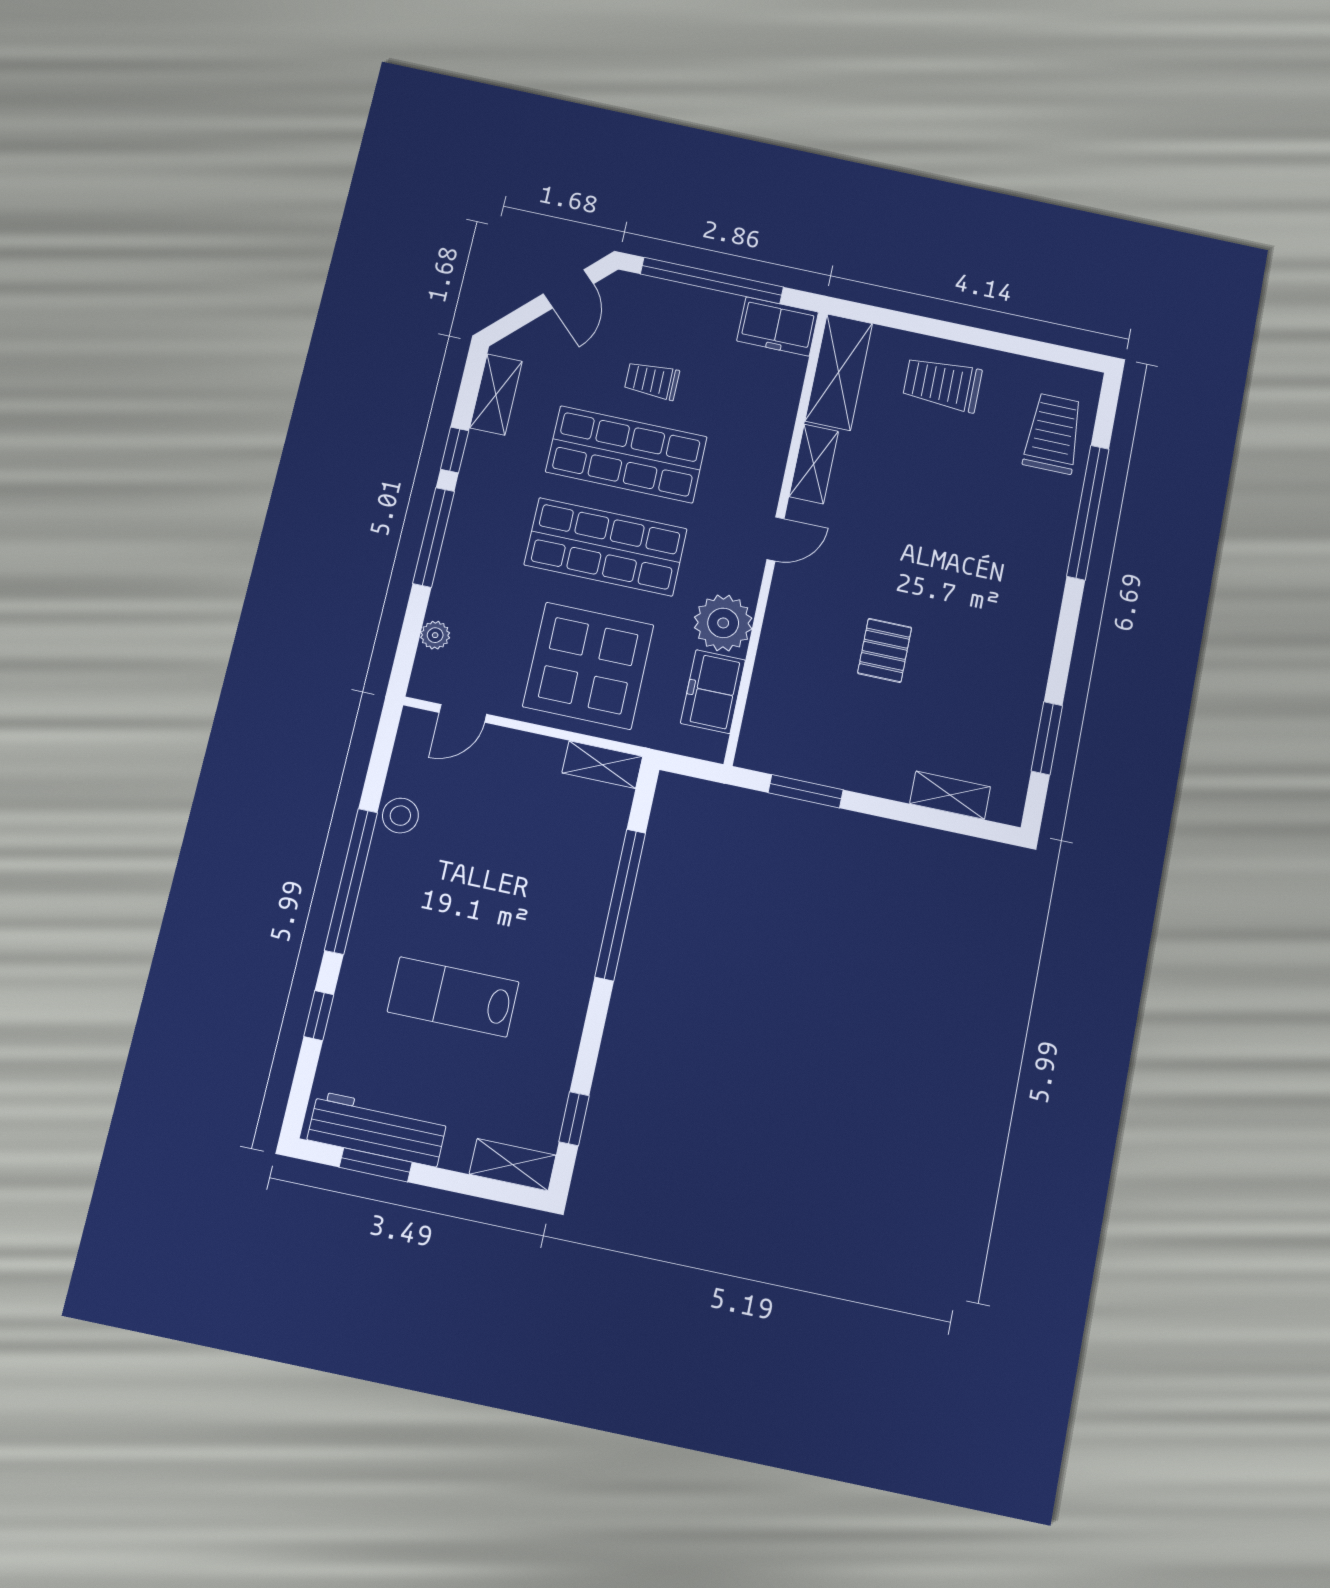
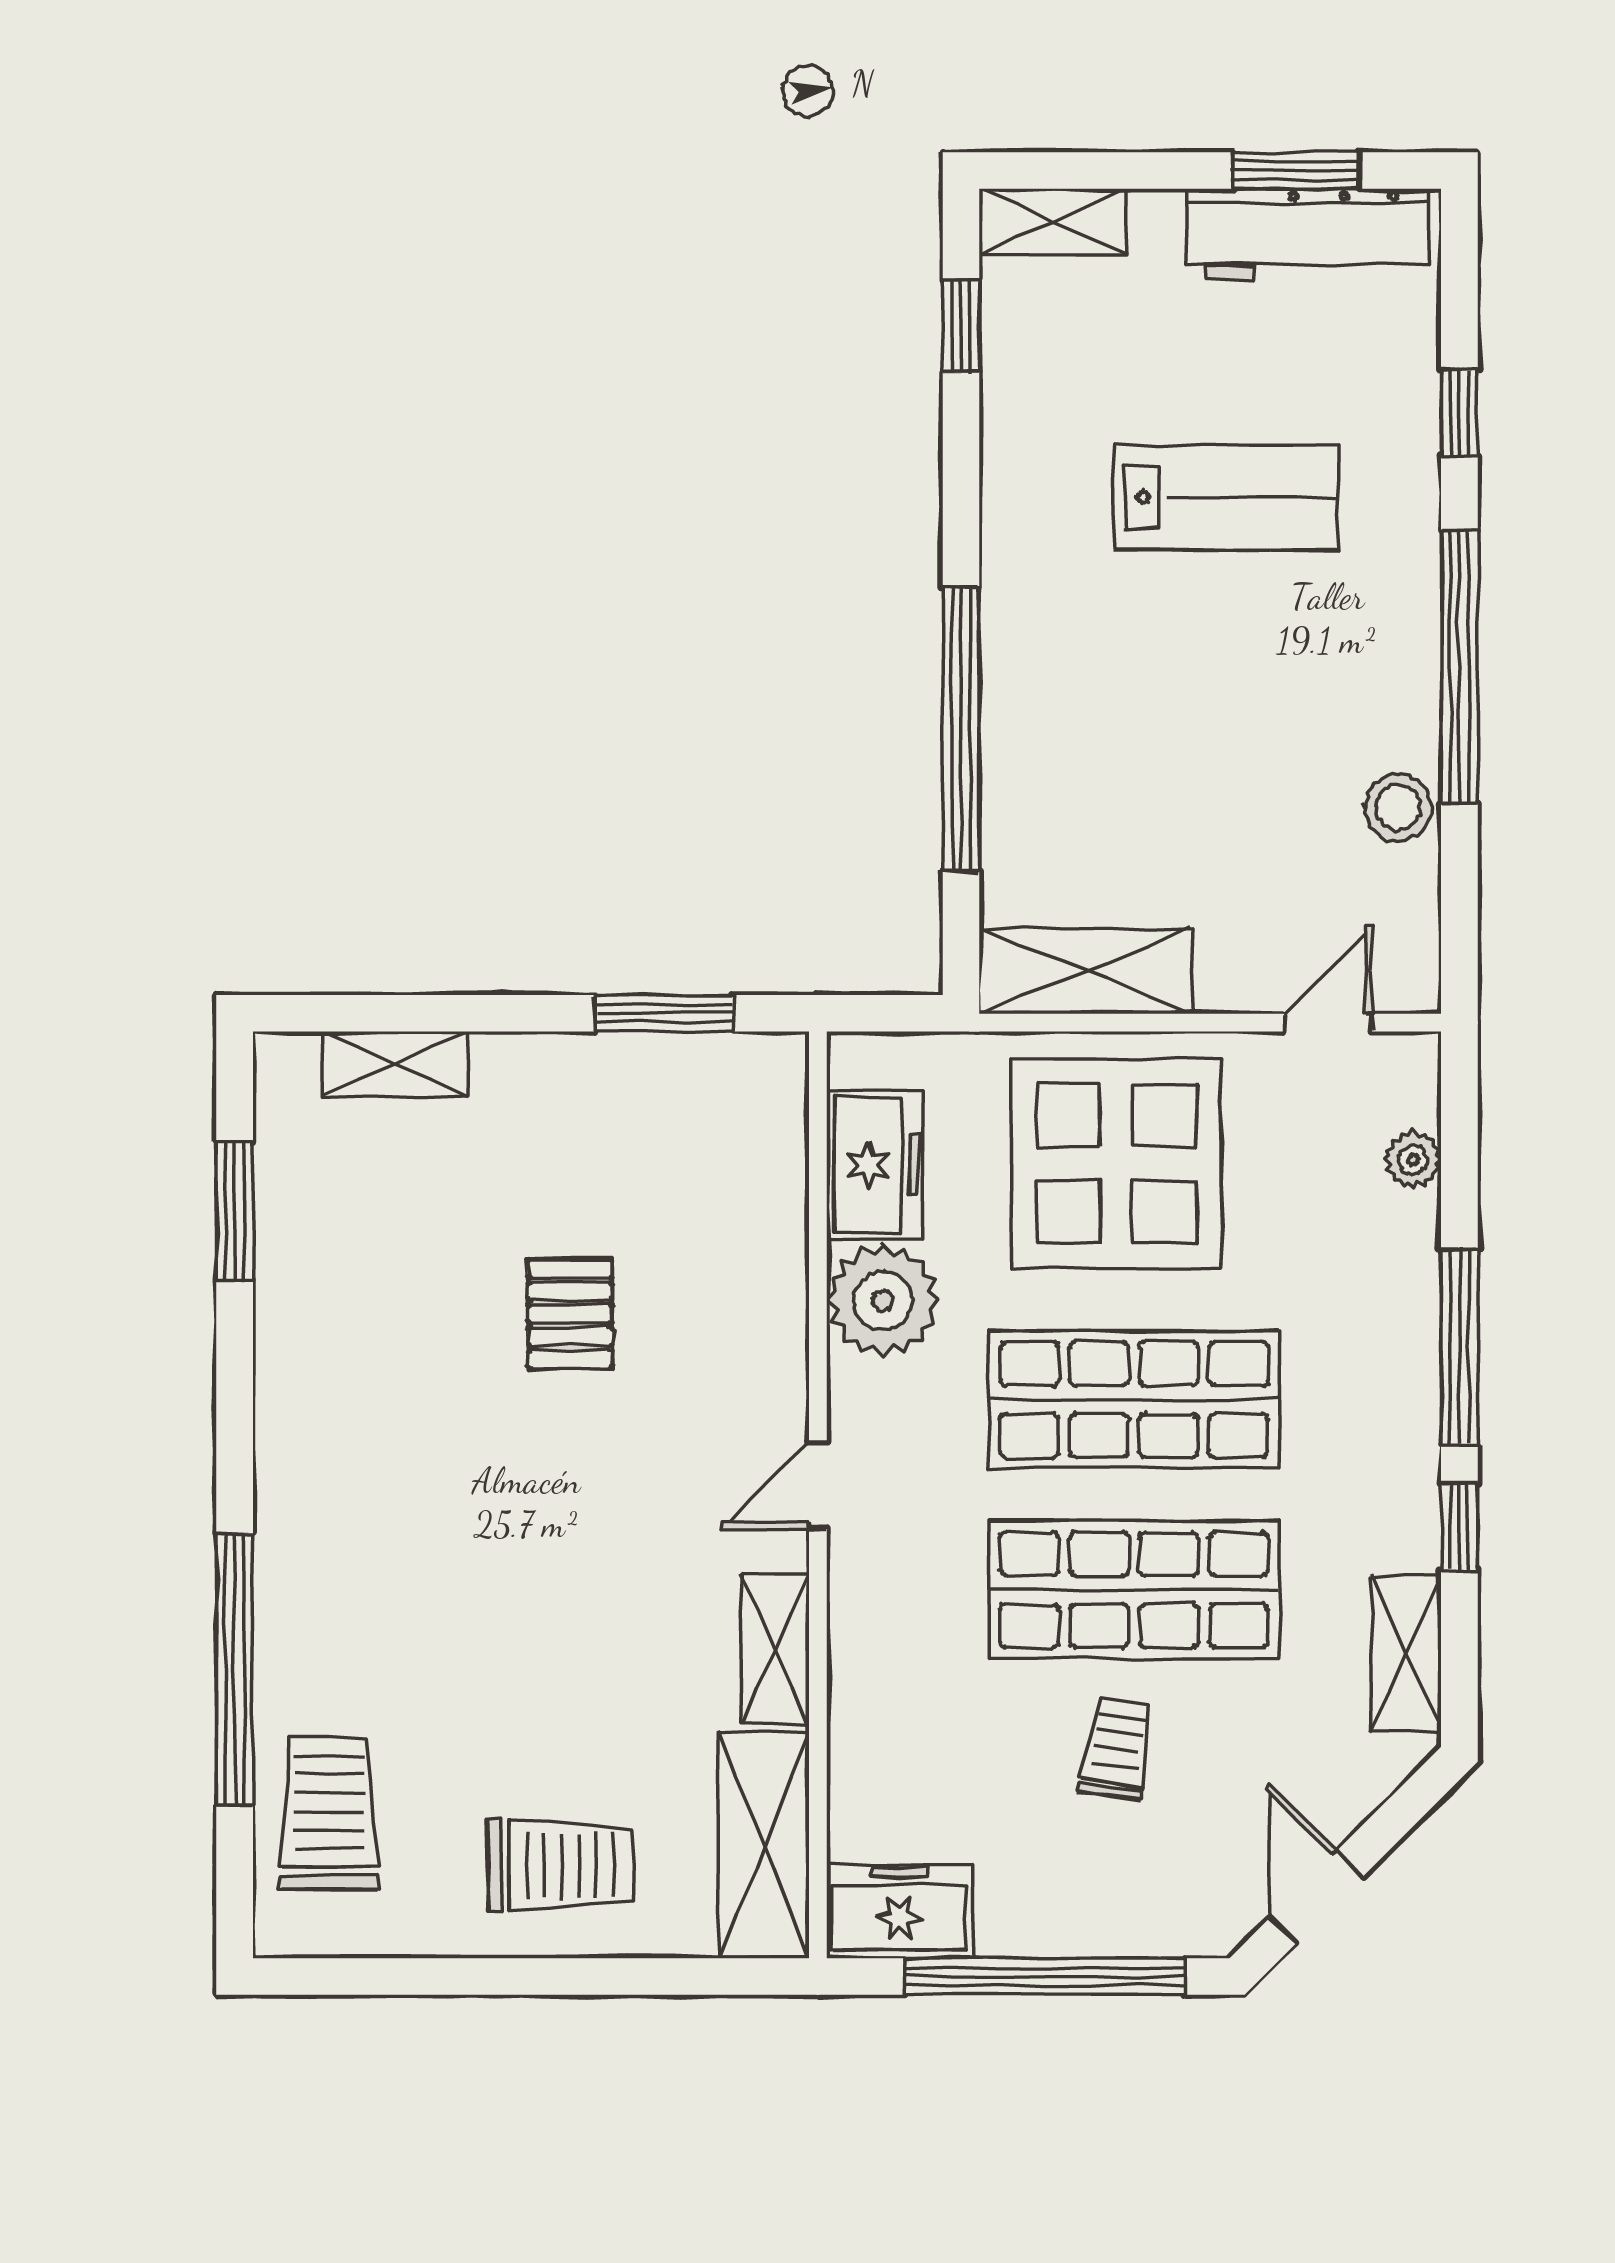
trolley: (652, 381) -> (1117, 1748), turned -81
trolley: (1053, 434) -> (329, 1813), turned 180
shelving: (602, 765) -> (1086, 971), width x1.50, depth x1.33

